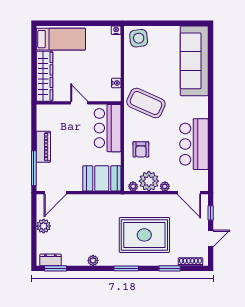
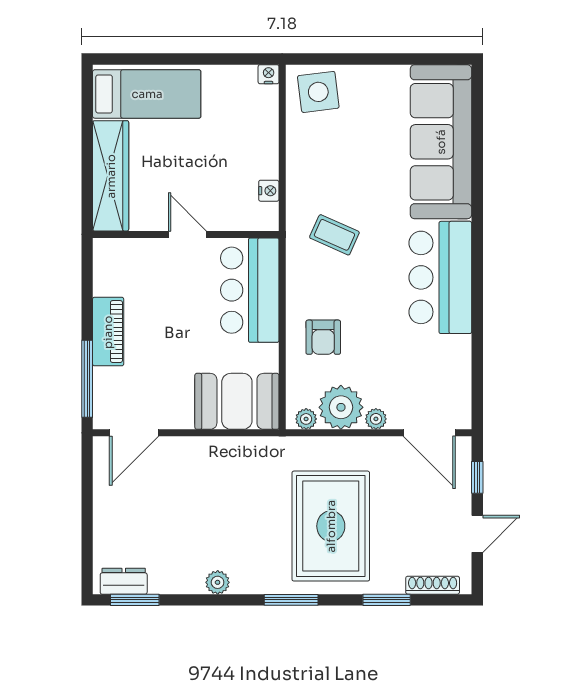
coffee table: (146, 103) -> (334, 235), width x0.54, depth x0.58
bar counter: (194, 144) -> (440, 277), moved
plant: (44, 226) -> (108, 506), removed
rug: (144, 235) -> (331, 526), turned 90

